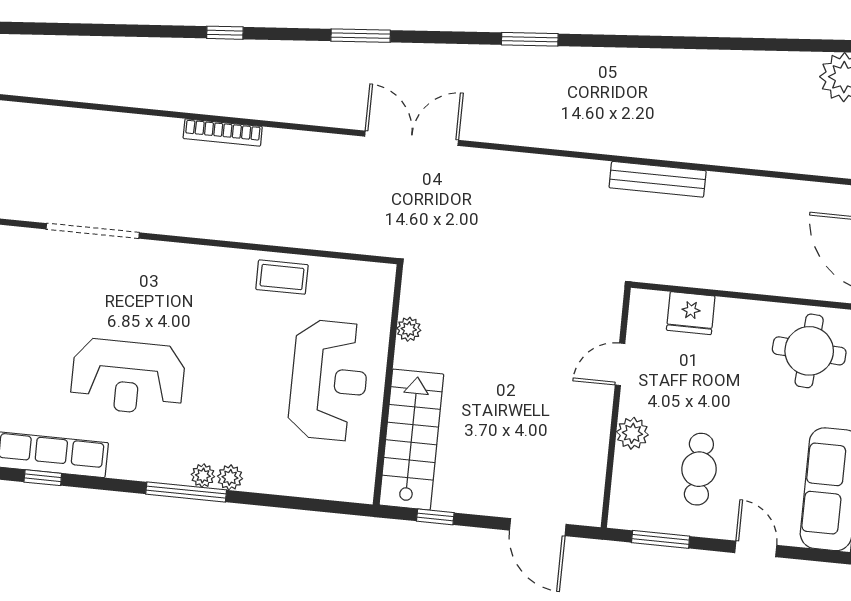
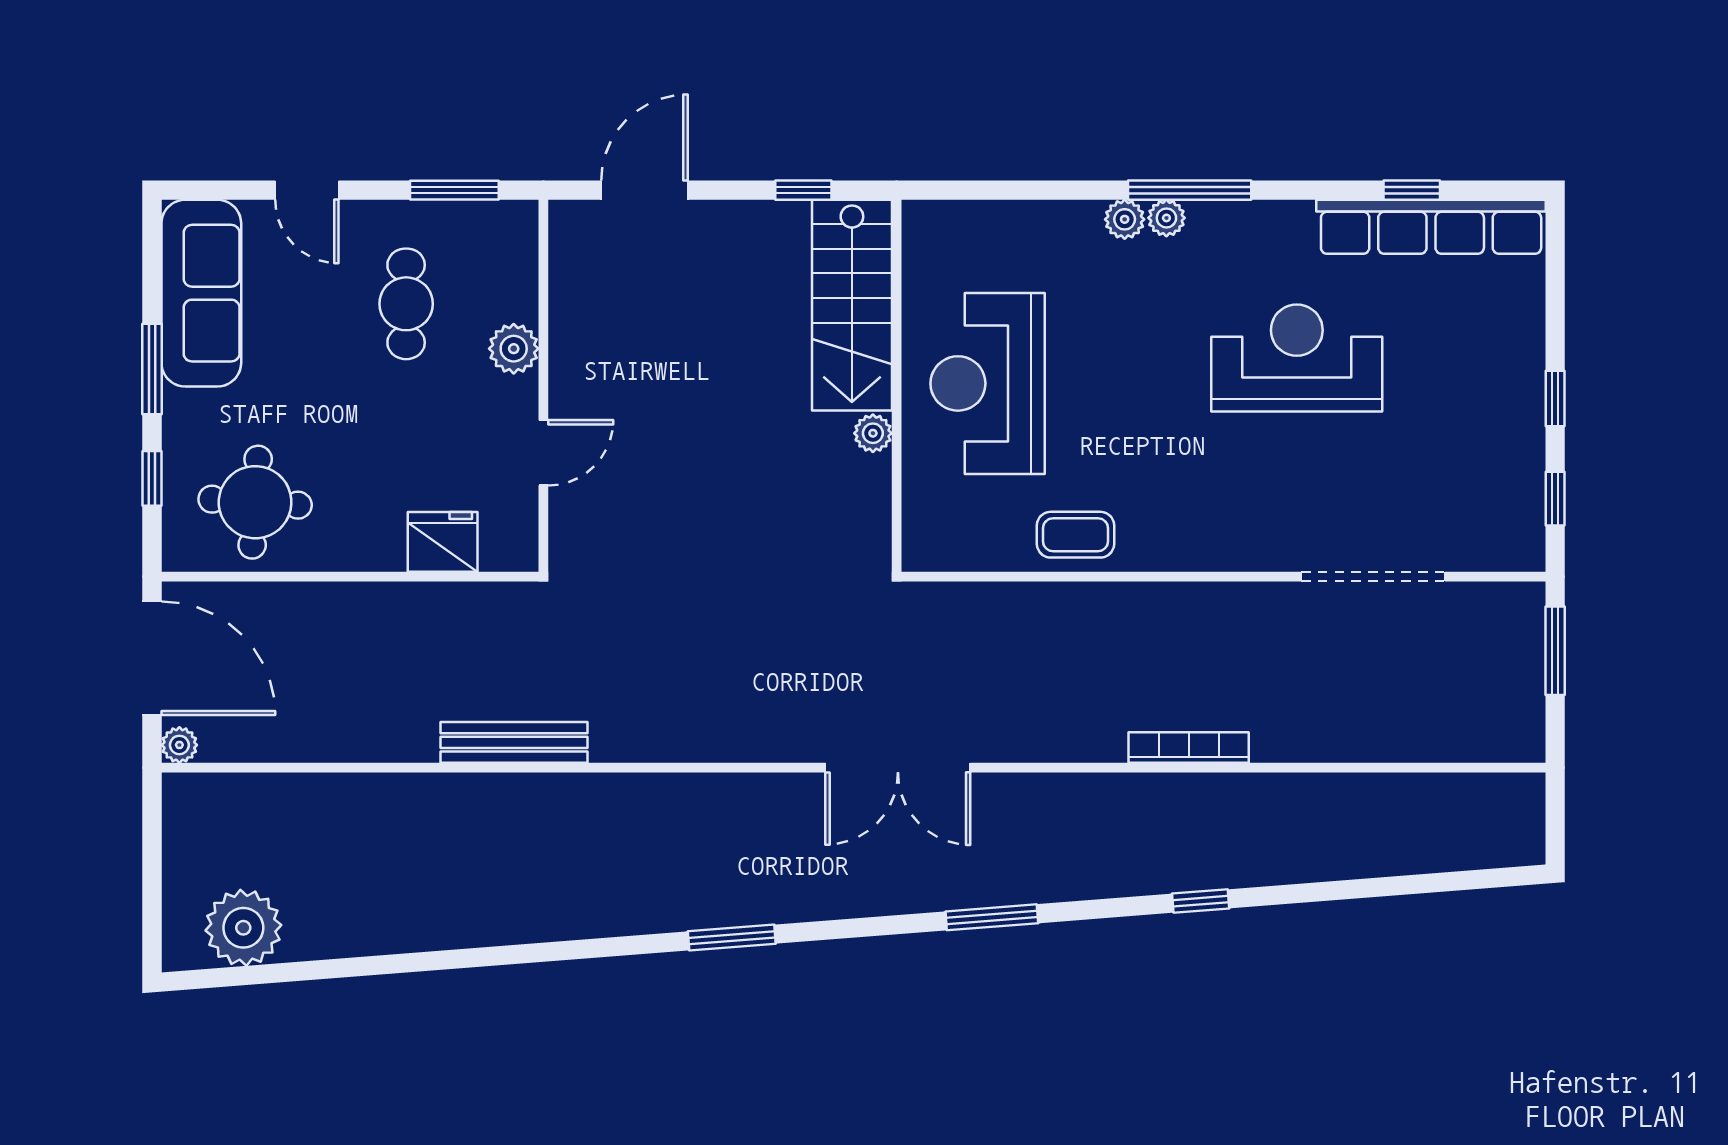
plant: (409, 329) -> (873, 433), moved
door: (538, 527) -> (645, 190), hinge flipped

